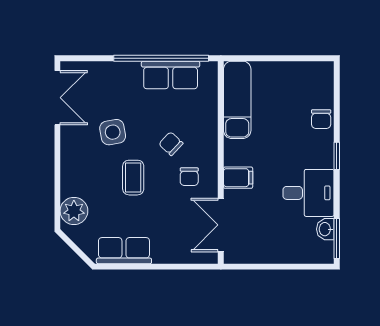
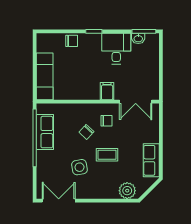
exam couch: (237, 100) -> (45, 76), moved, turned 90

